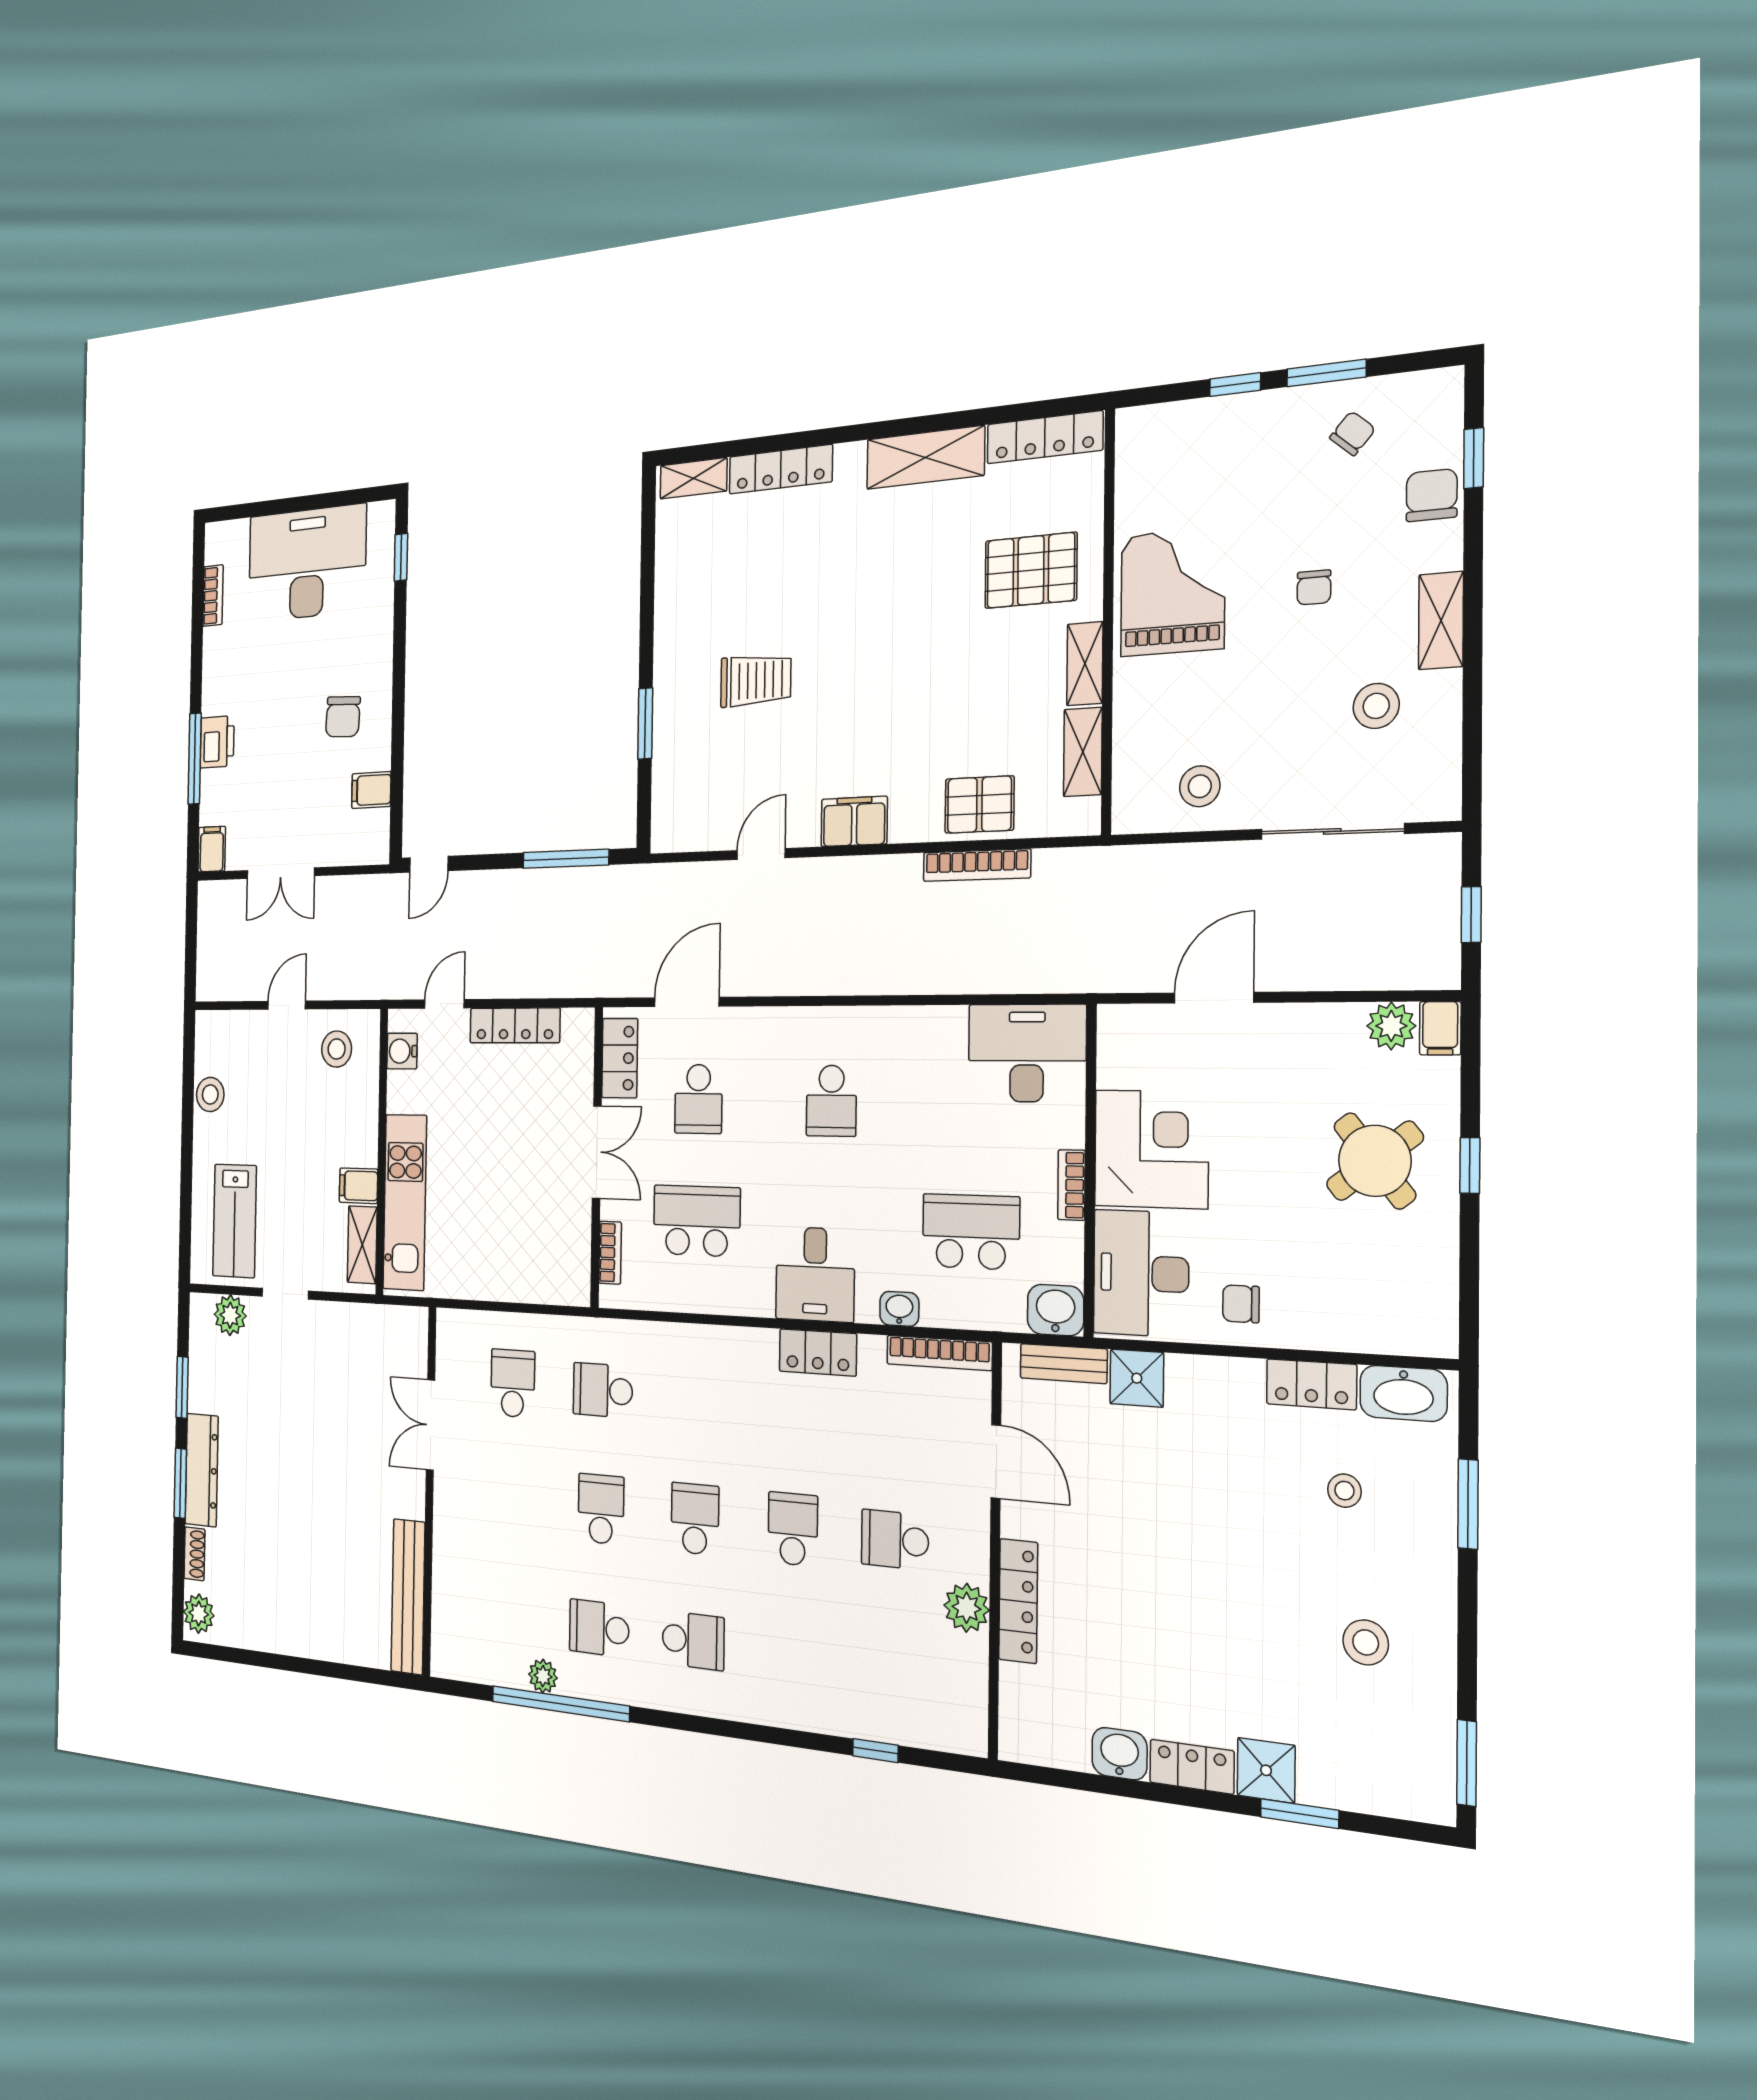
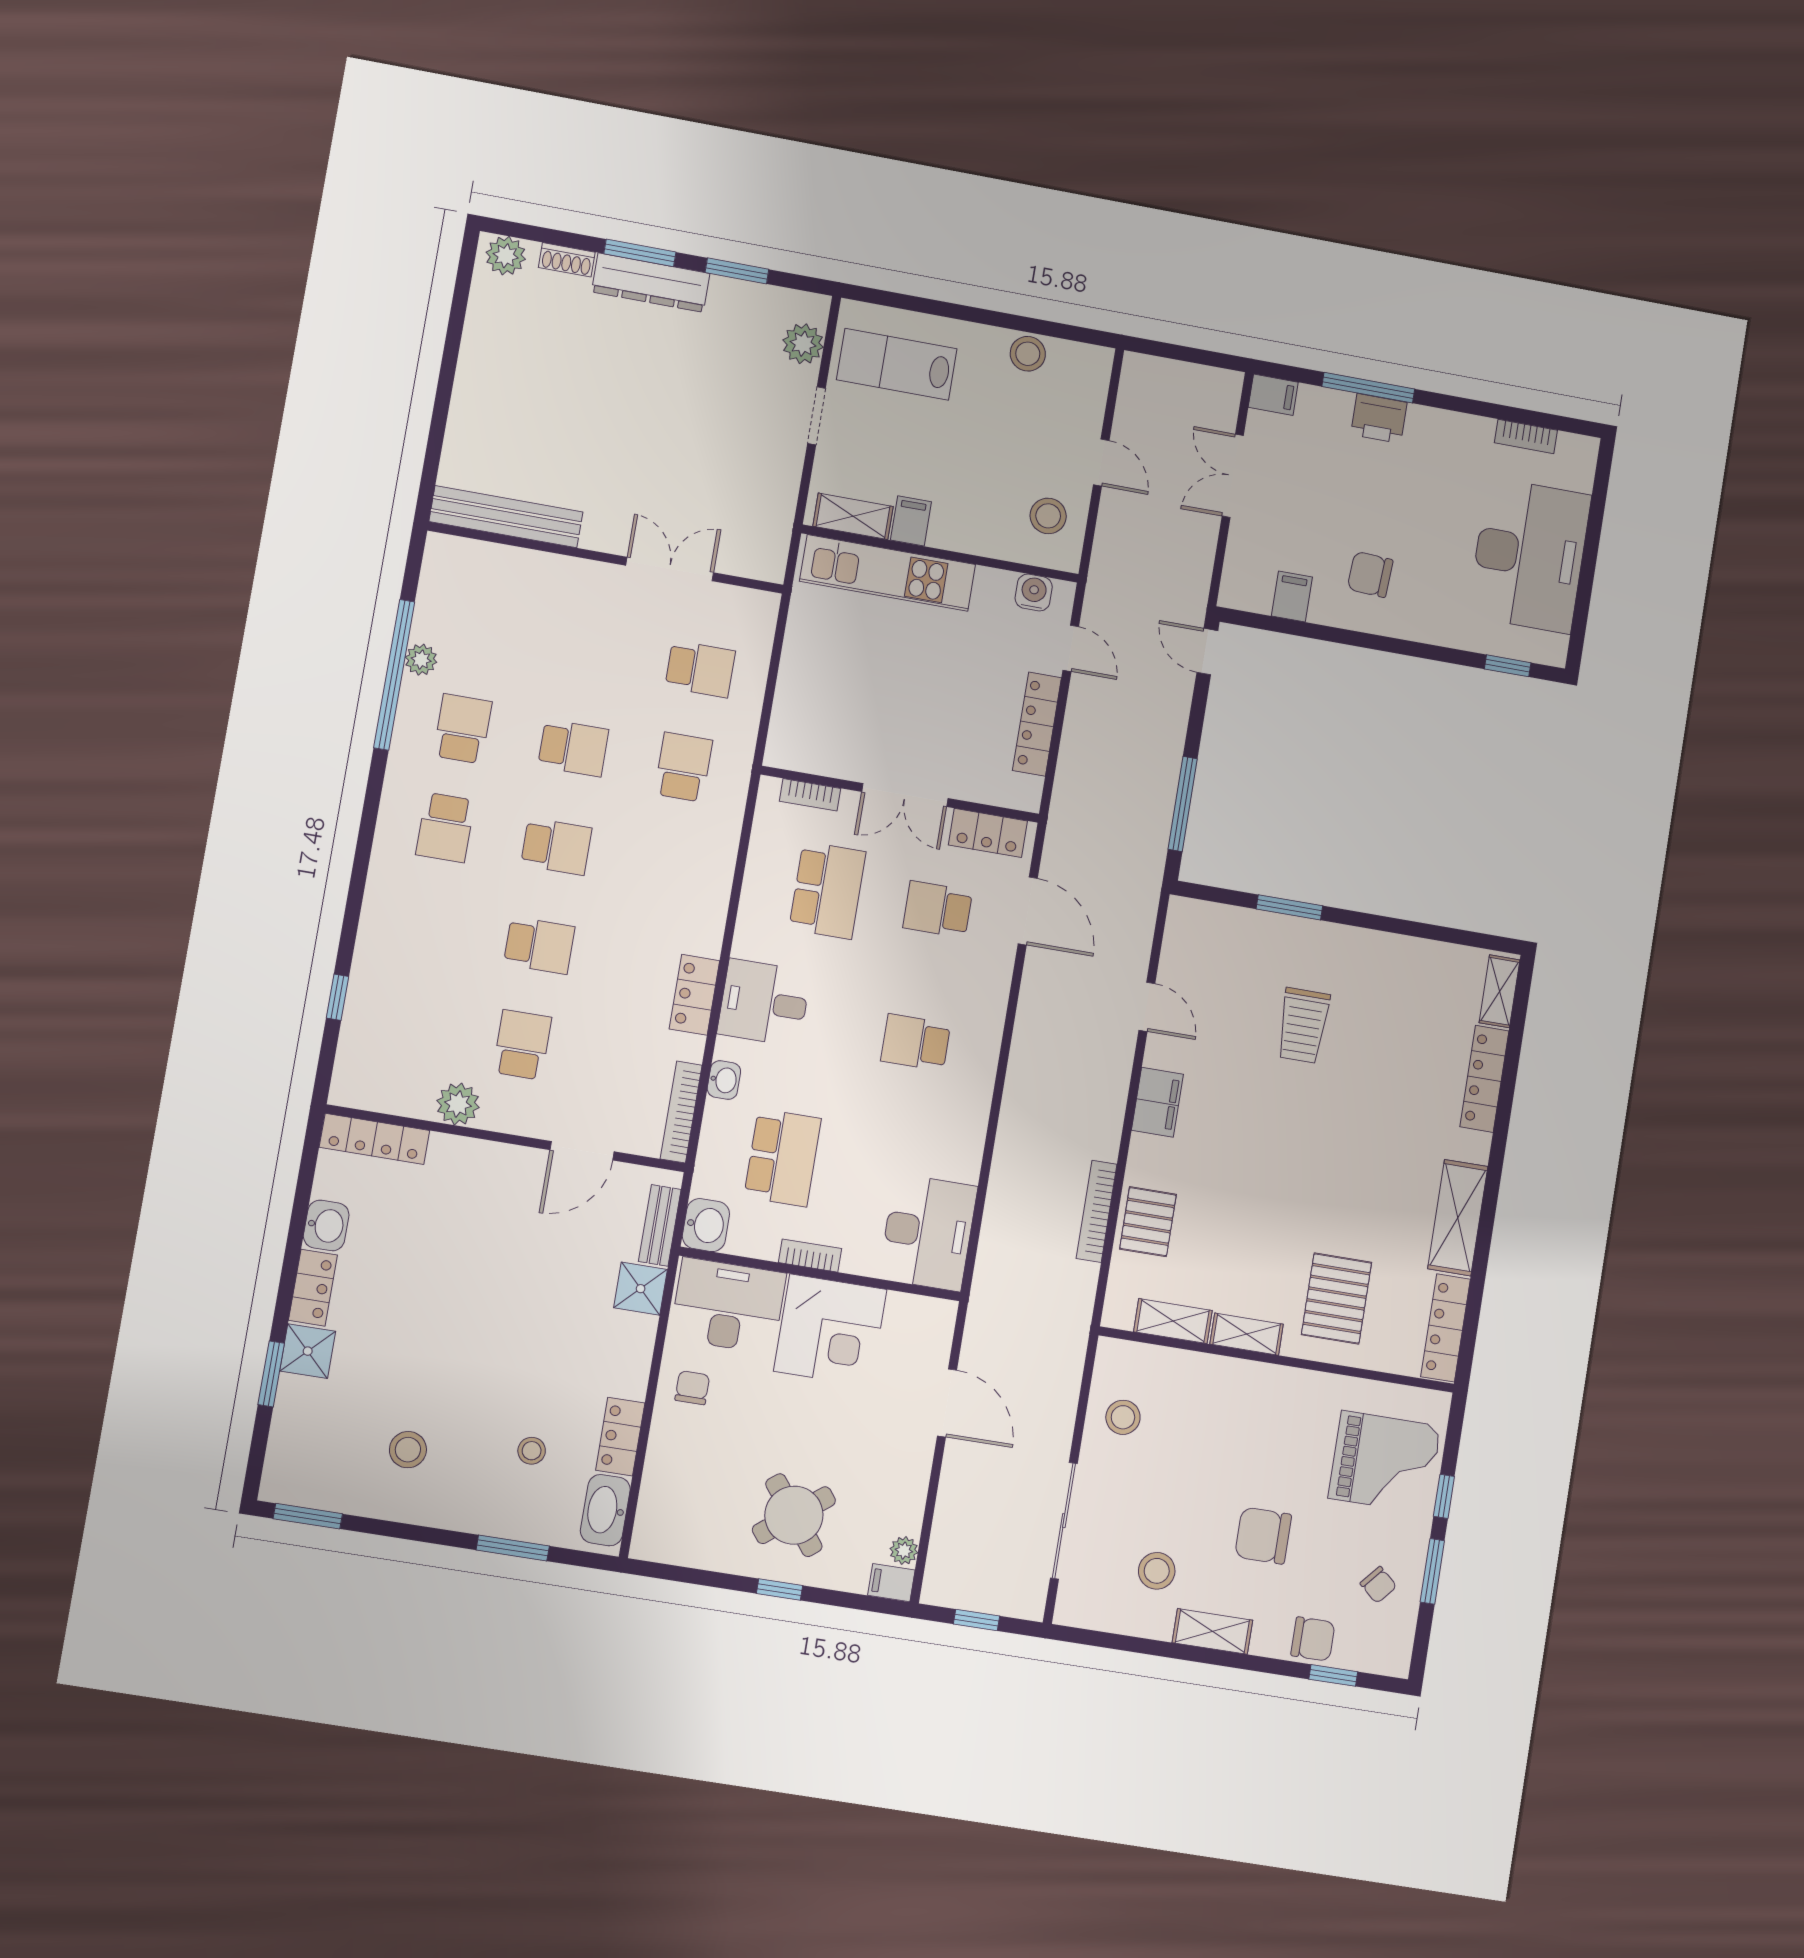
chair: (1314, 587) -> (1263, 1536), width x1.87, depth x1.87
grand piano: (1173, 592) -> (1385, 1462), moved
plant: (1391, 1026) -> (904, 1551), width x0.73, depth x0.73
locker: (1018, 1601) -> (374, 1139), moved

